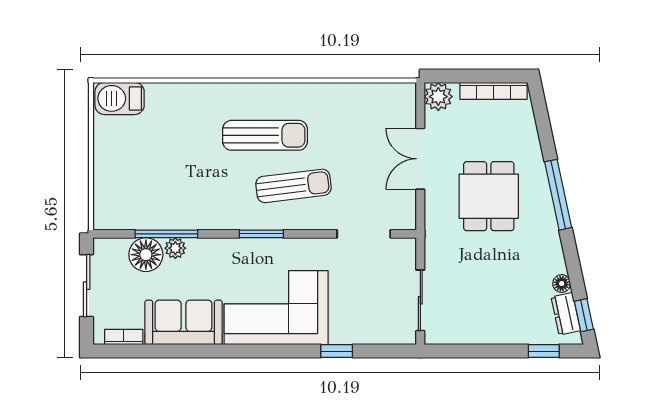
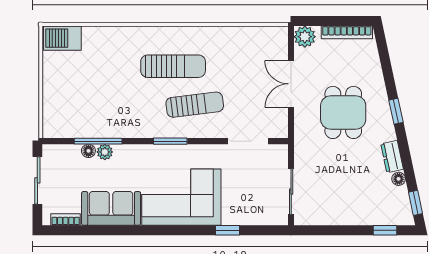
window: (558, 195) -> (396, 111), width x0.46
floor lamp: (146, 255) -> (88, 151), width x0.53, depth x0.53
dresser: (566, 314) -> (392, 157), moved

